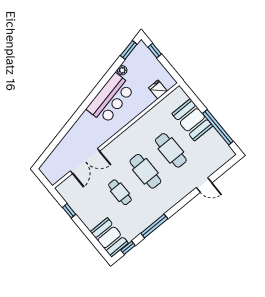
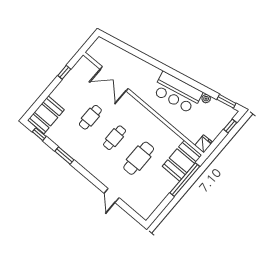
fridge: (158, 89) -> (204, 144), moved
booth: (192, 120) -> (182, 161), moved
window: (218, 127) -> (185, 180), moved
cafe table: (145, 171) -> (115, 138), width x0.73, depth x0.74
window: (154, 226) -> (64, 155), width x0.69

